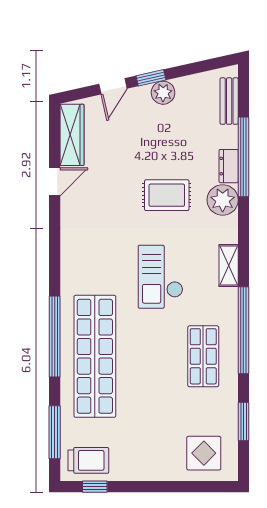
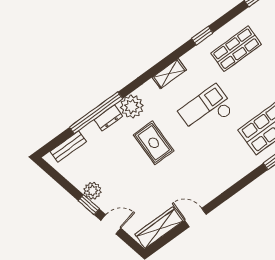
checkout: (161, 277) -> (206, 110), turned 180
window: (243, 330) -> (202, 36), width x0.32

